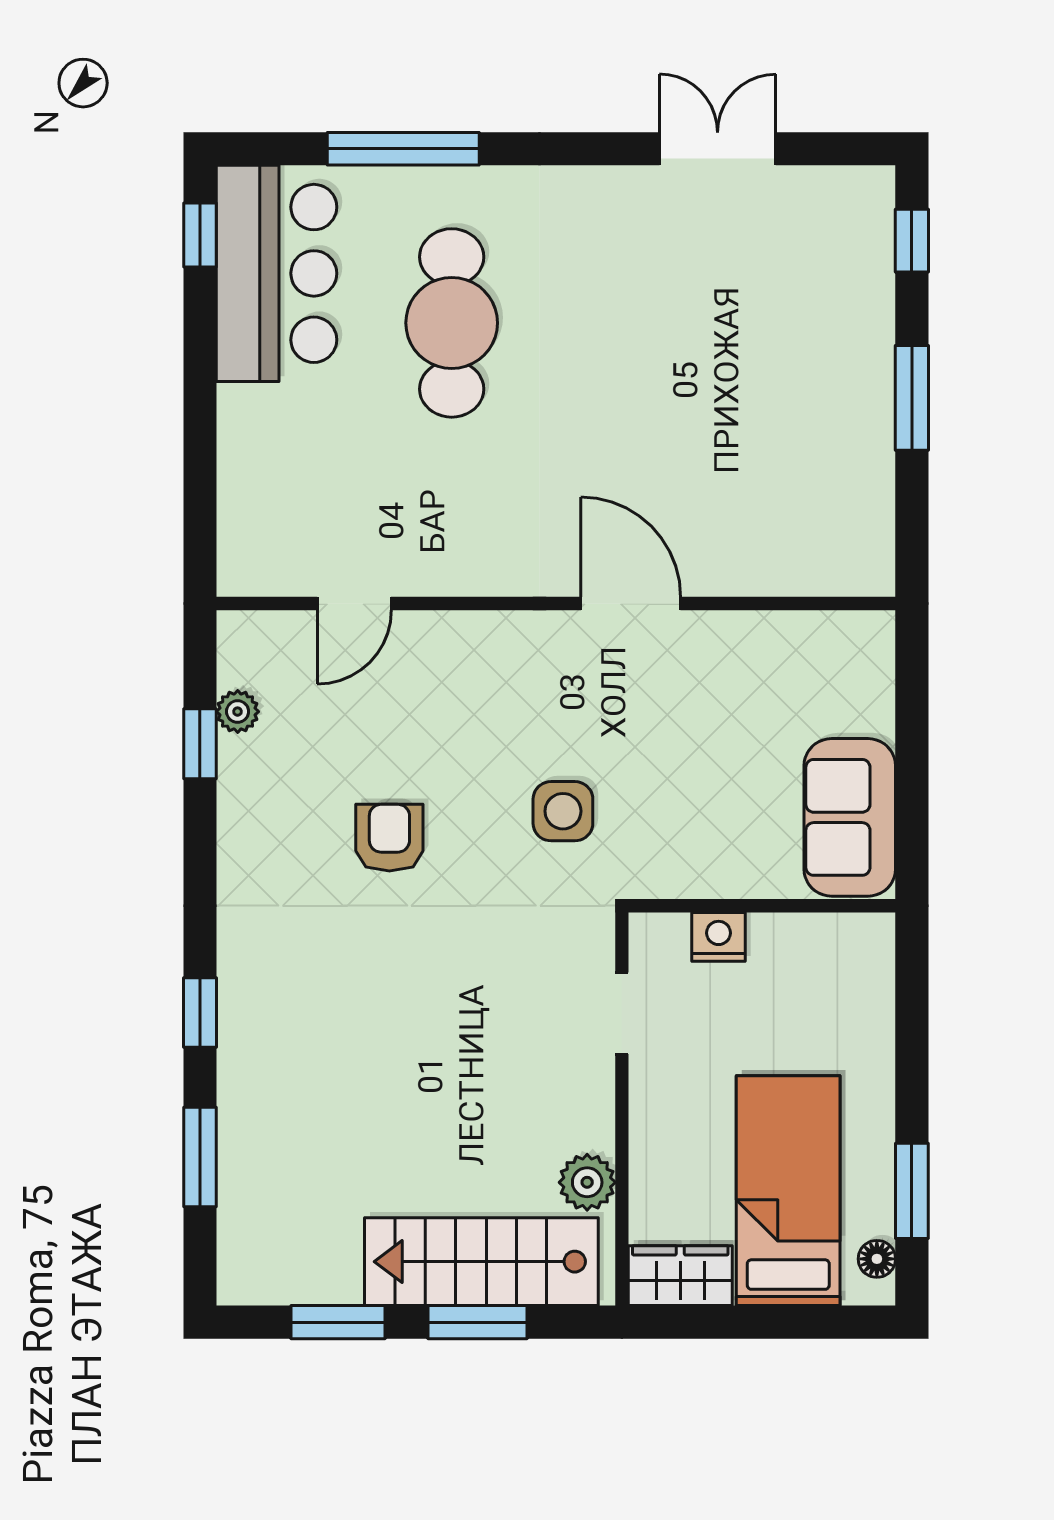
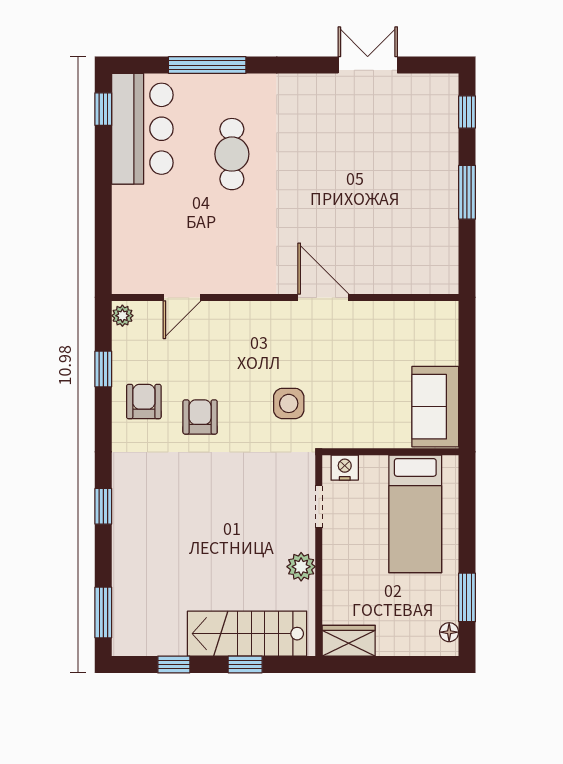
cafe table: (452, 323) -> (232, 154), width x0.73, depth x0.74
plant: (238, 712) -> (122, 316), moved
armchair: (279, 807) -> (144, 402), added
nightstand: (719, 937) -> (345, 468), moved
window: (200, 1157) -> (103, 613), moved
plant: (587, 1182) -> (301, 567), moved
bed: (788, 1191) -> (415, 514), moved, turned 180
window: (338, 1322) -> (174, 664), width x0.67
window: (478, 1322) -> (245, 664), width x0.67

